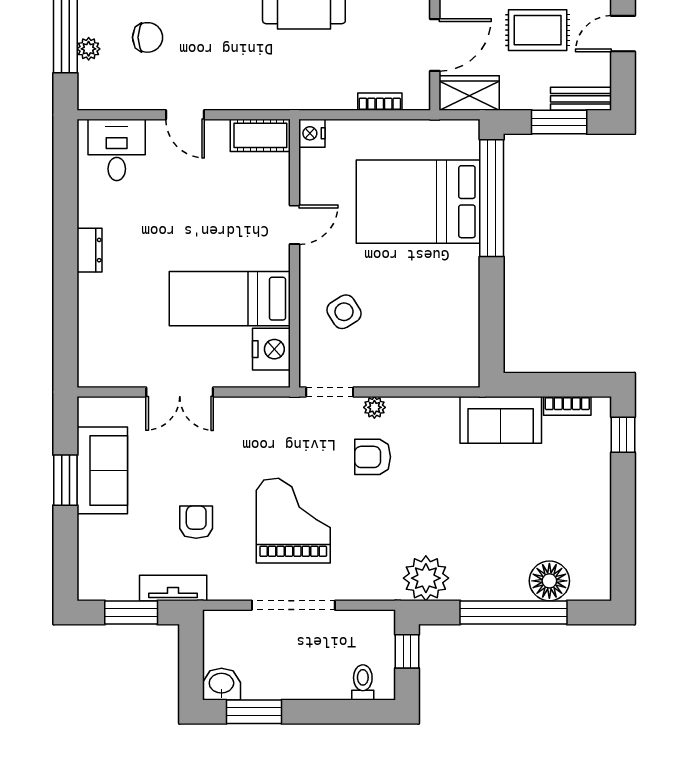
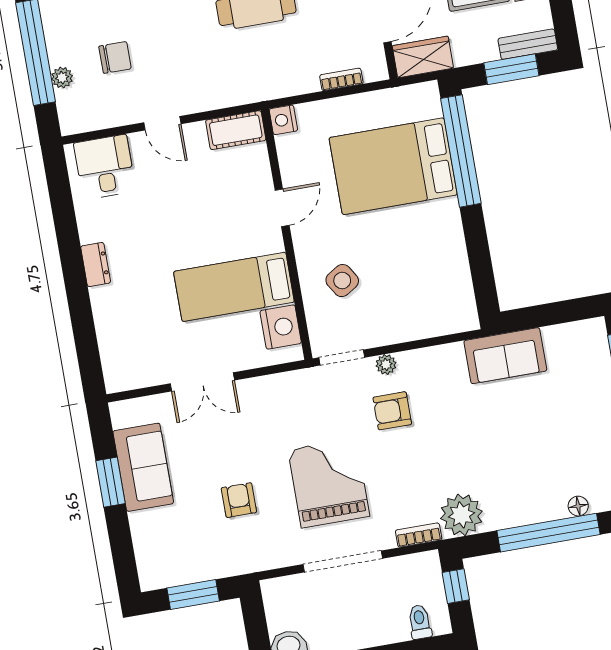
bookcase: (567, 406) -> (419, 535), moved, turned 180
floor lamp: (549, 581) -> (578, 506), width x0.53, depth x0.53
tv unit: (173, 588) -> (228, 565), removed

